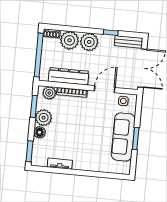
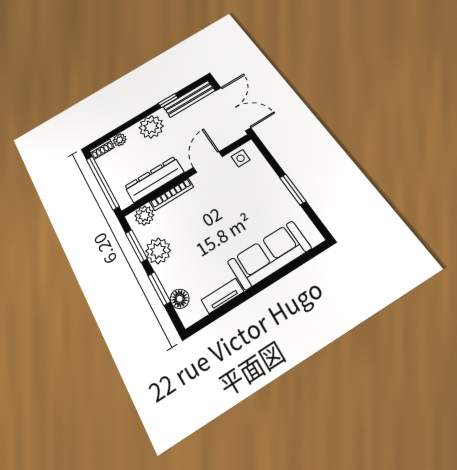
plant: (70, 40) -> (120, 140), width x0.53, depth x0.53
bench: (128, 42) -> (189, 99), width x1.36
floor lamp: (39, 132) -> (180, 299), moved
sofa: (123, 137) -> (269, 255), moved, turned 90
window: (30, 151) -> (159, 289), moved

